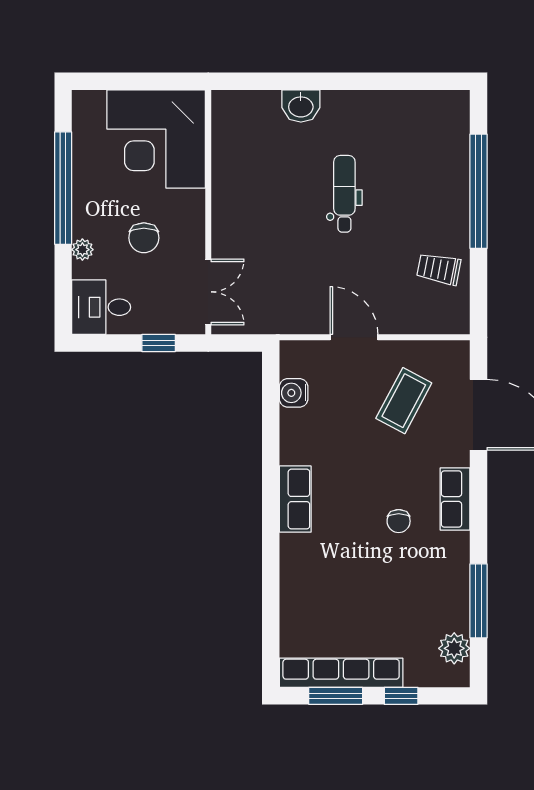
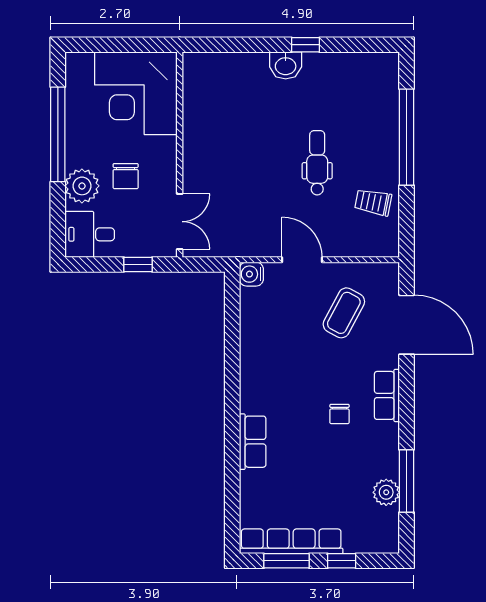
window: (358, 81) -> (305, 45), added
washbasin: (301, 106) -> (286, 65), moved
dental chair: (344, 194) -> (317, 163), moved
plant: (82, 250) -> (82, 186), width x1.88, depth x1.88
water cooler: (294, 393) -> (251, 274), moved
row of seats: (295, 499) -> (253, 442), moved
plant: (454, 648) -> (386, 492), moved

